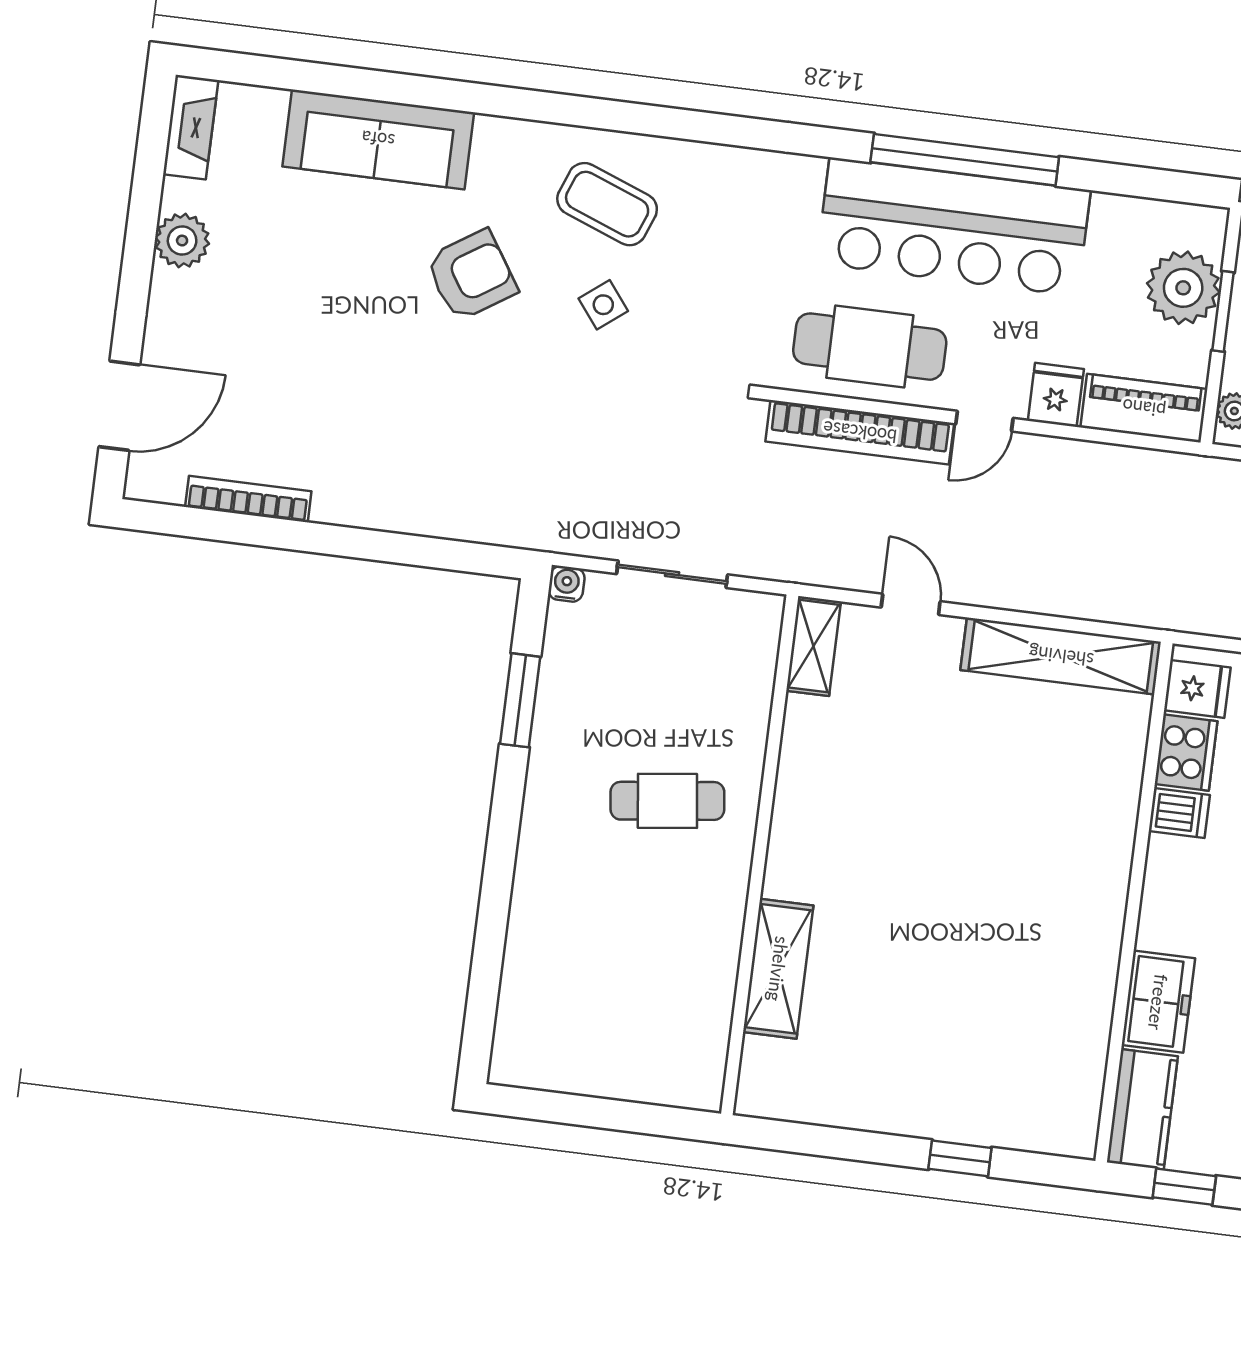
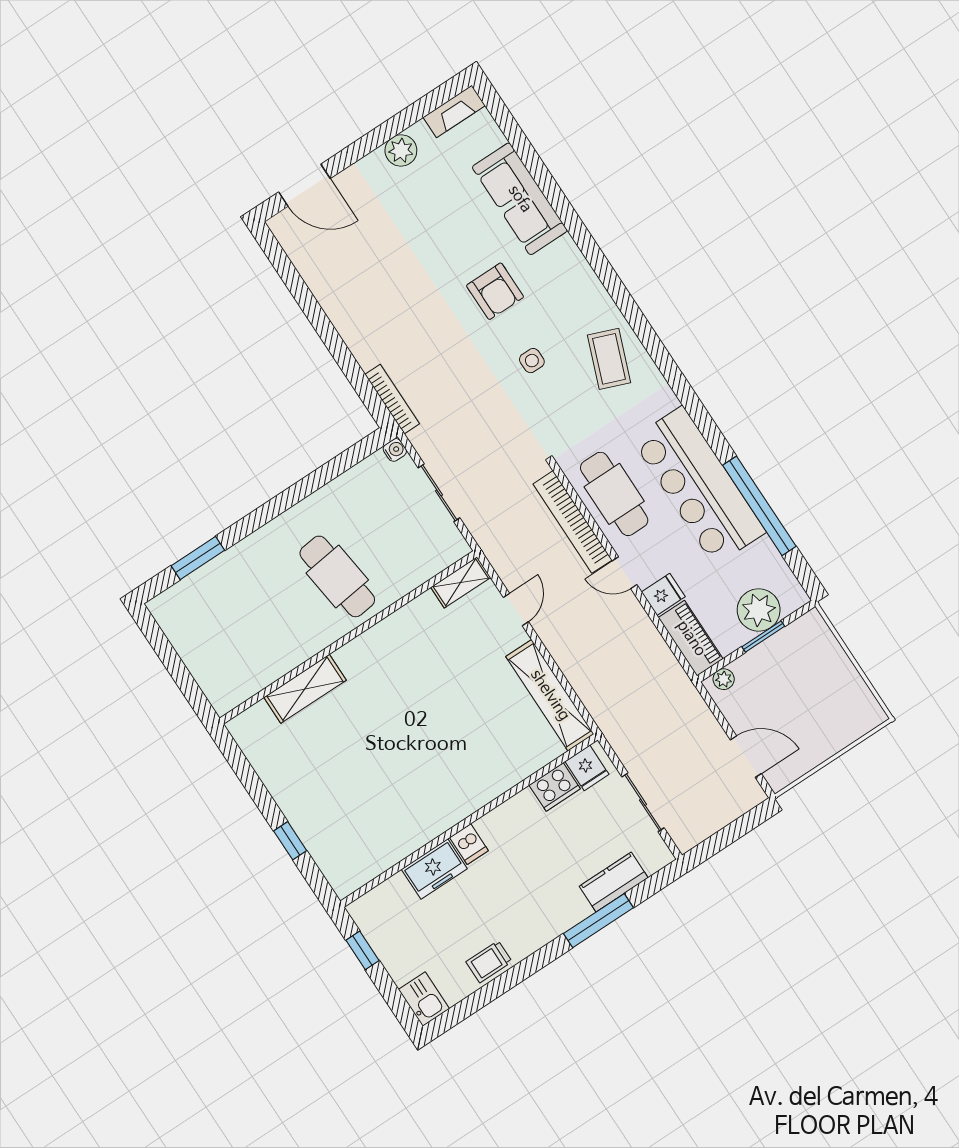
window: (965, 160) -> (759, 506), moved
coffee table: (607, 204) -> (609, 359), moved
armchair: (471, 275) -> (495, 291), turned 33
side table: (603, 305) -> (532, 361), turned 38
bookcase: (248, 499) -> (392, 399), moved
window: (520, 700) -> (198, 558), moved
cafe table: (667, 801) -> (337, 576), width x1.37, depth x1.35
dishwasher: (1179, 813) -> (469, 844), moved
kitchen counter: (1142, 1109) -> (381, 903), removed

